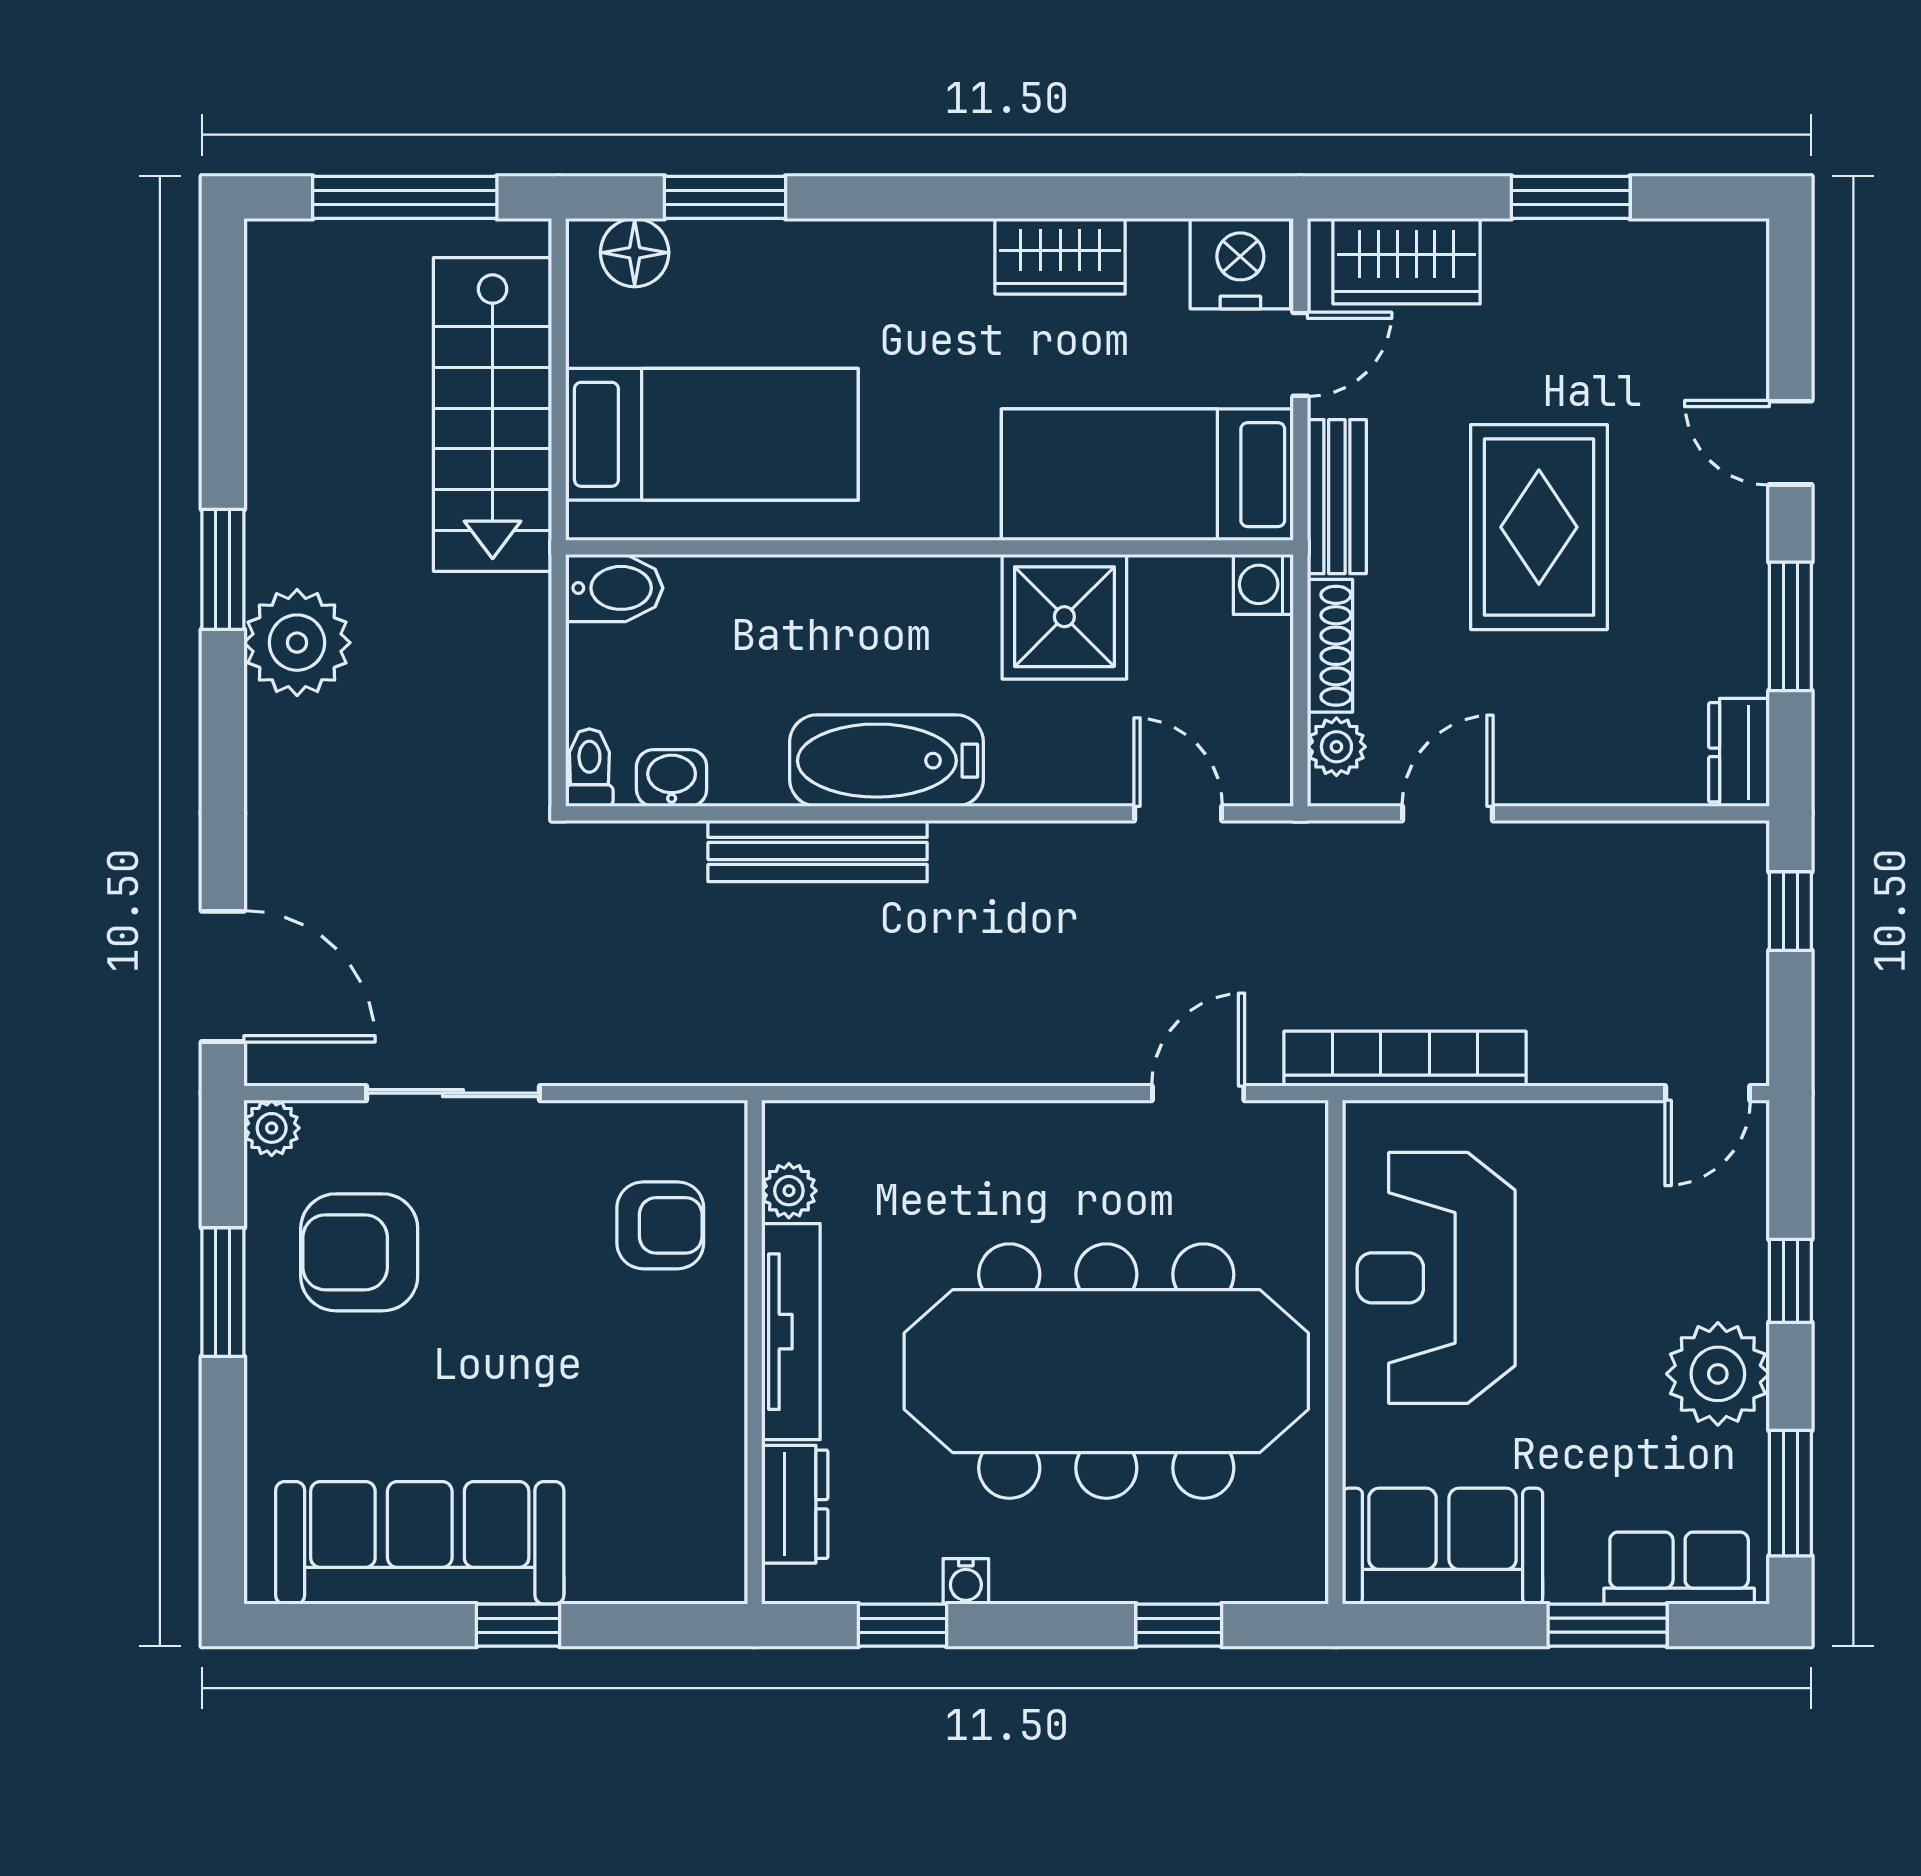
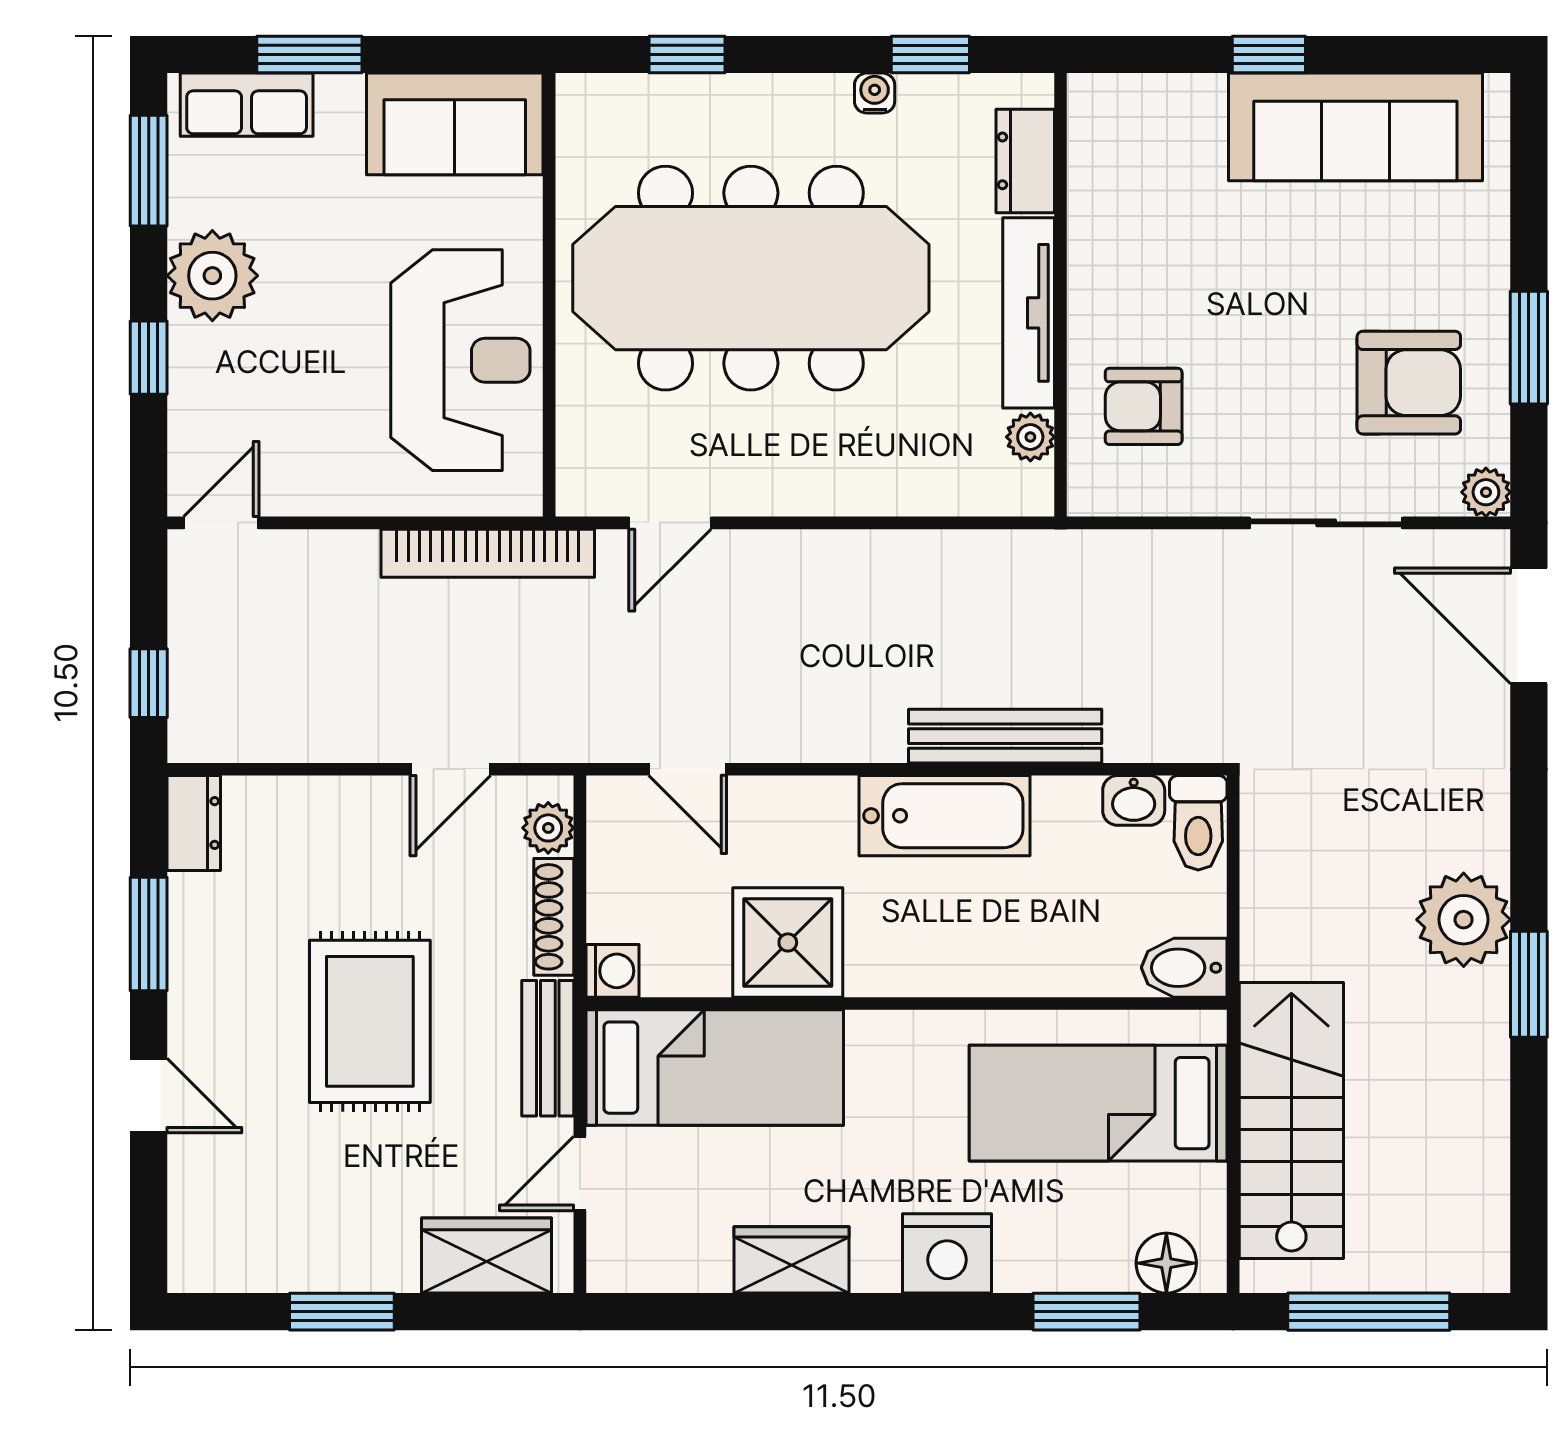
nightstand: (1240, 264) -> (947, 1253), moved
toilet: (589, 768) -> (1198, 823), width x1.37, depth x1.39

